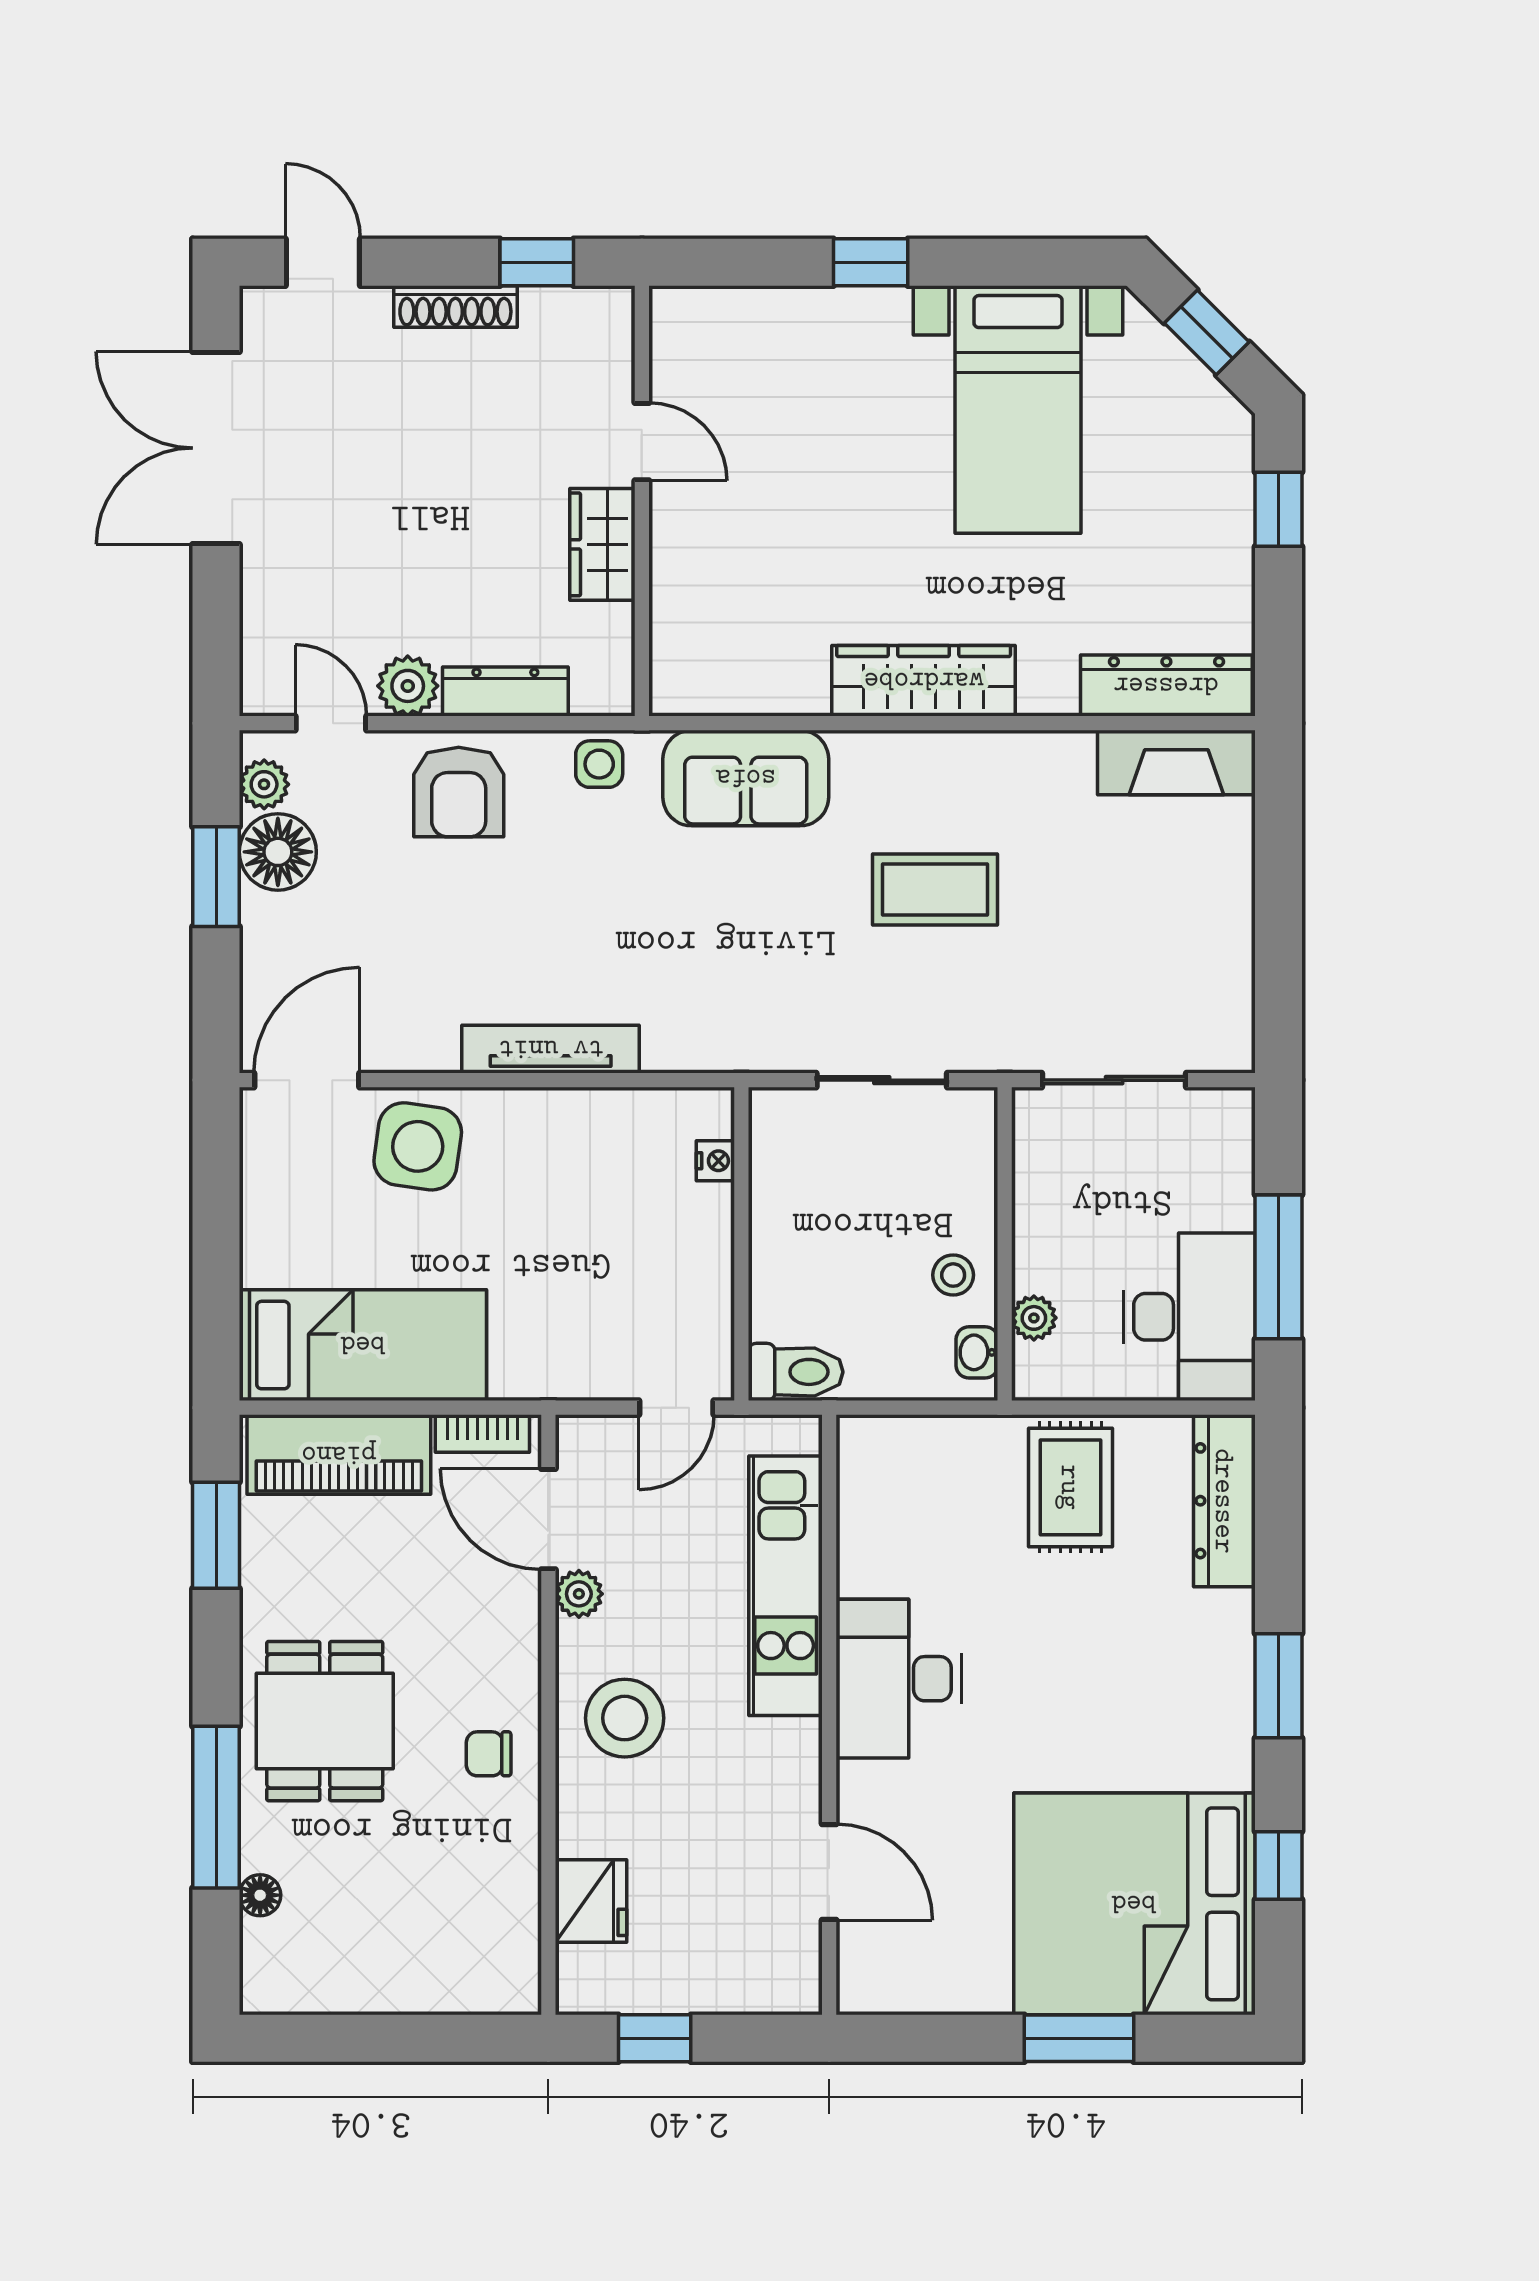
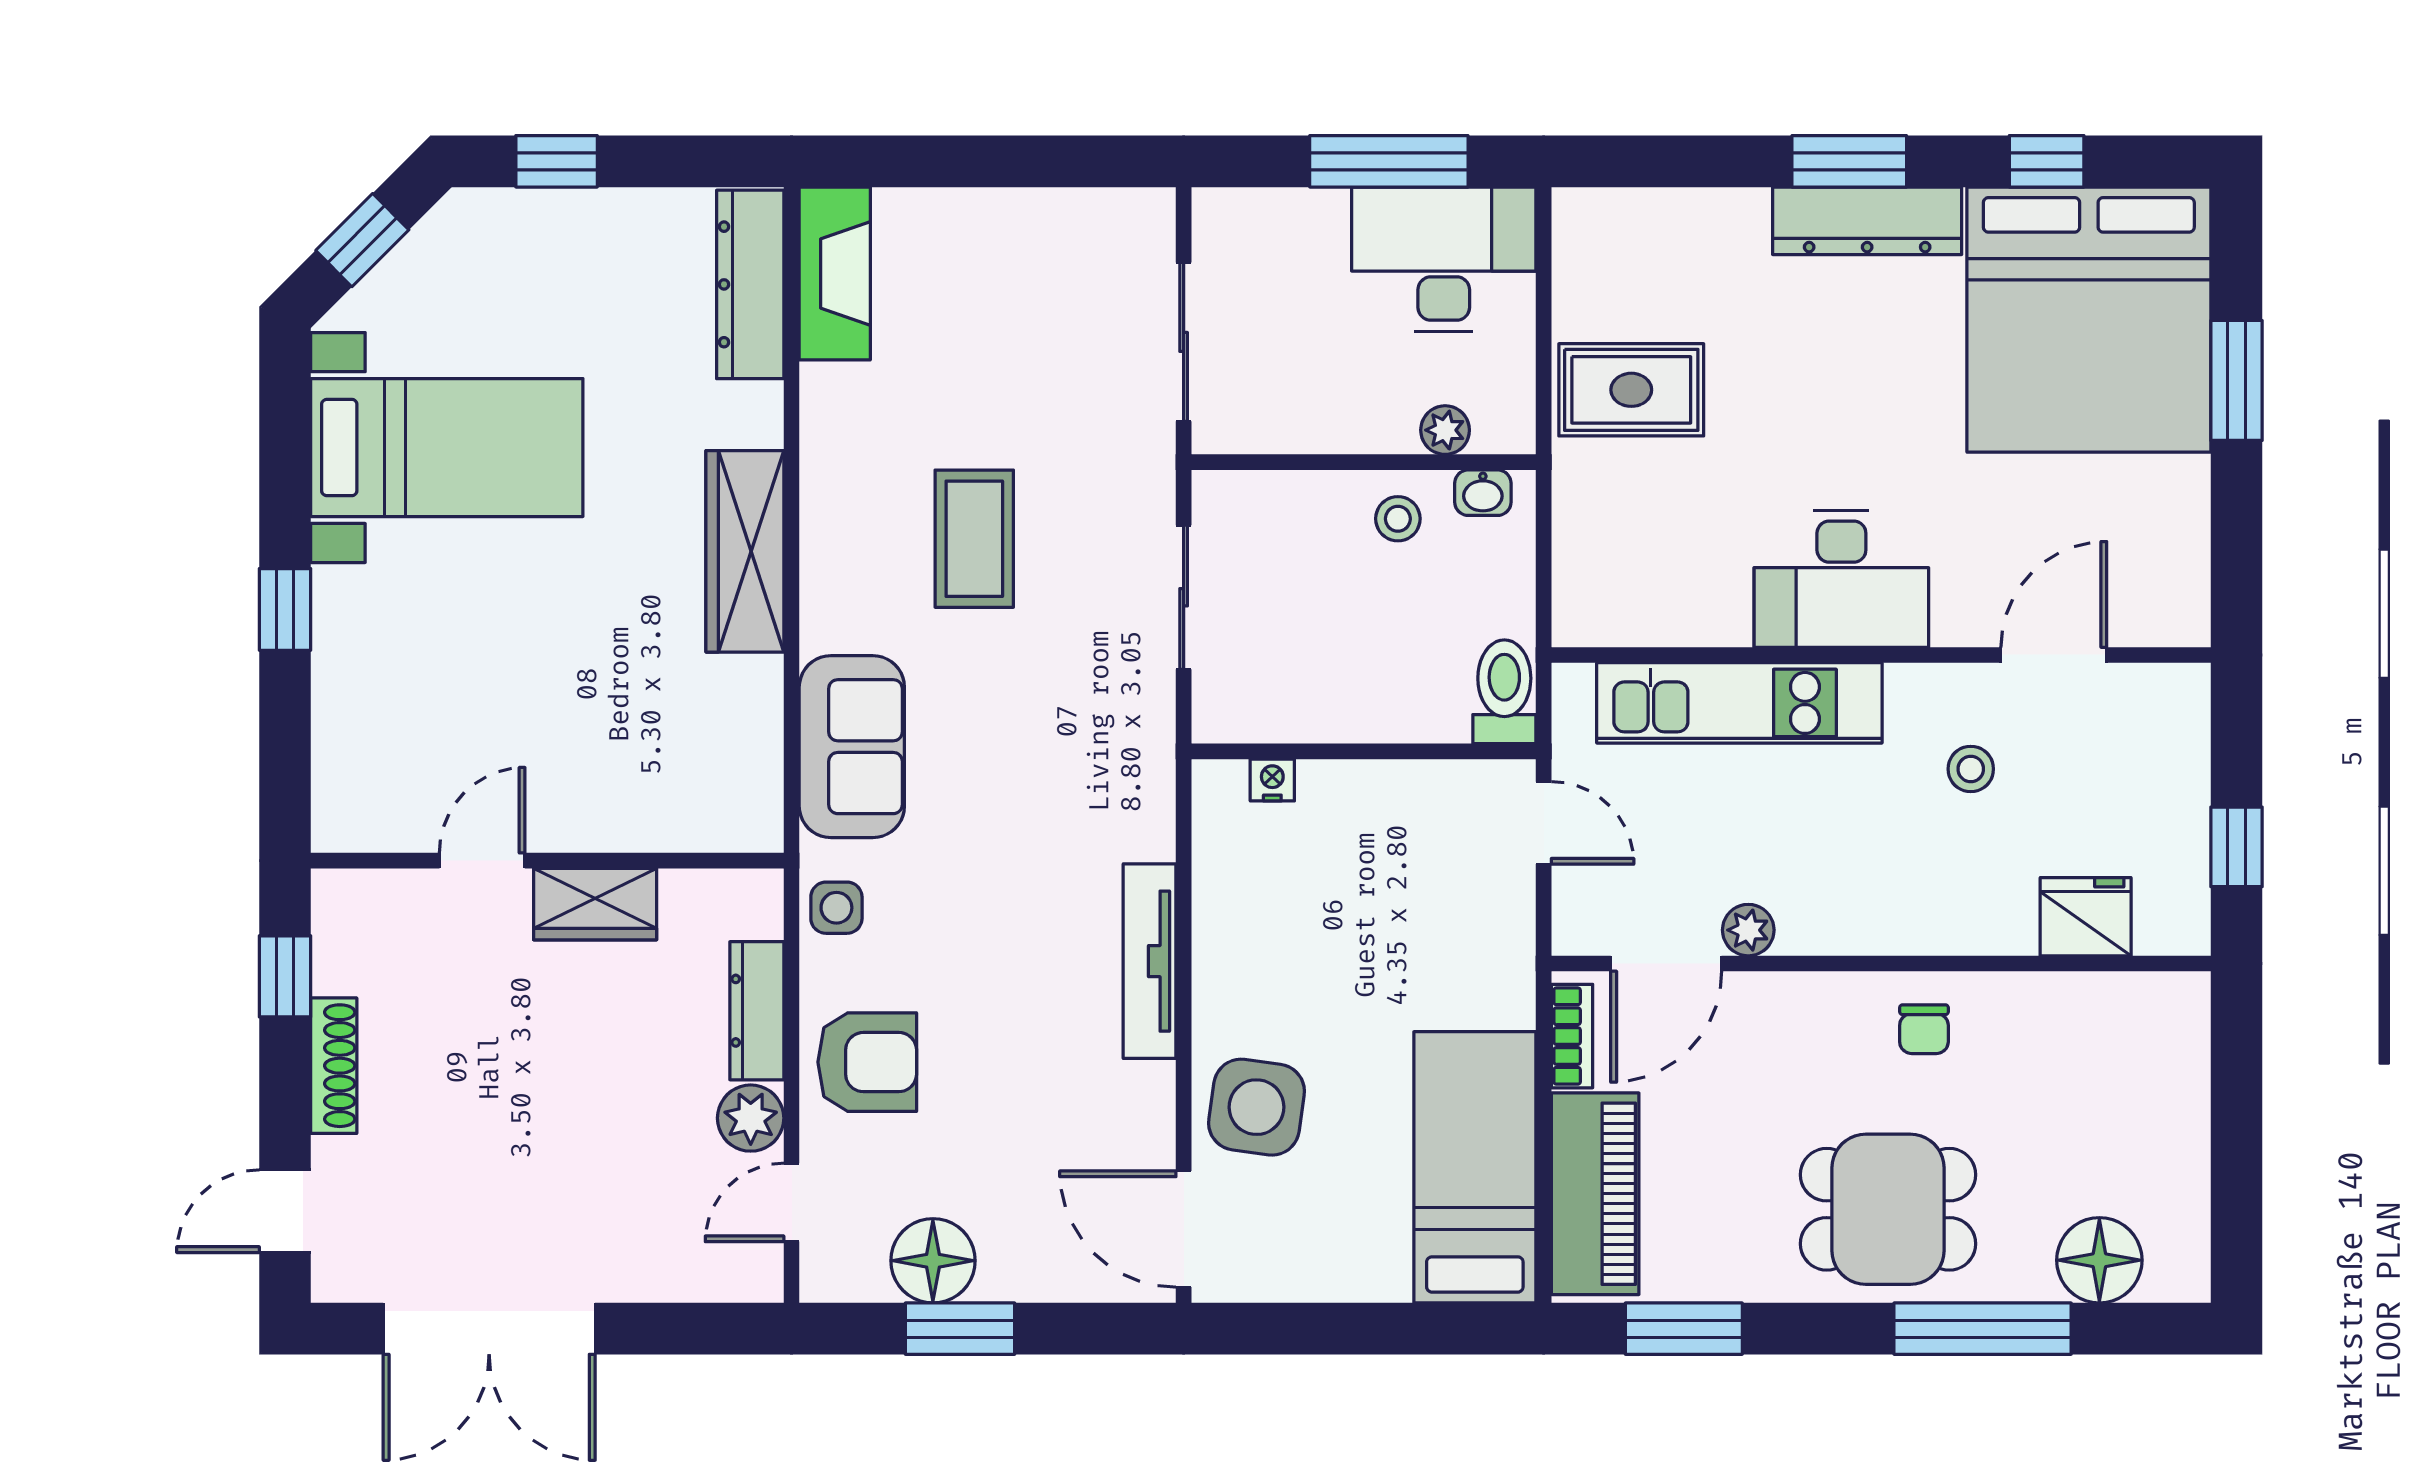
plant: (264, 784) -> (859, 1276), removed
dresser: (1224, 1501) -> (1867, 221), moved
stool: (625, 1718) -> (1971, 769), moved, width x0.53, depth x0.53
floor lamp: (260, 1895) -> (2099, 1260), width x1.89, depth x1.89

